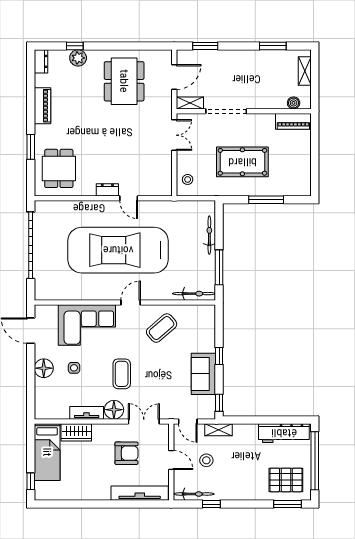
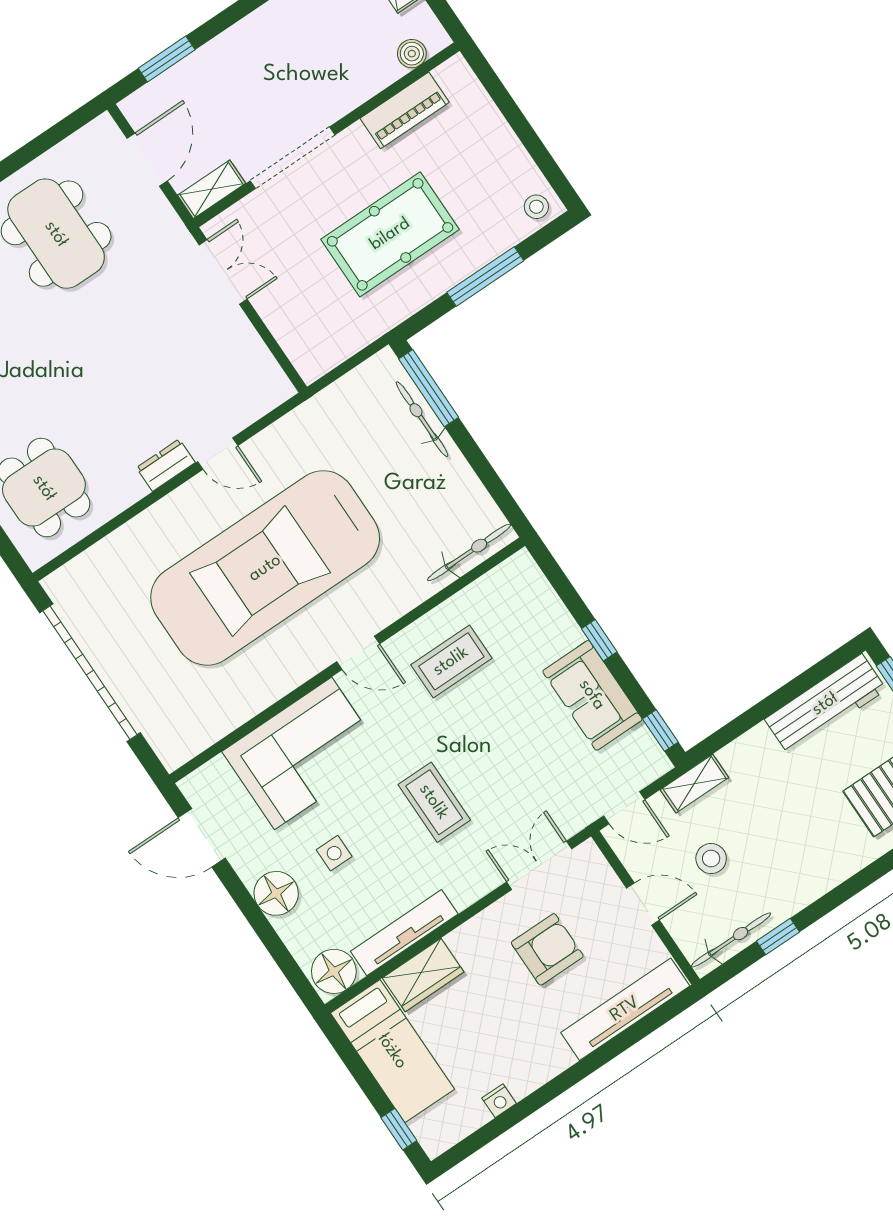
piano: (293, 121) -> (405, 110), moved
stool: (188, 179) -> (536, 207), moved
window: (219, 267) -> (429, 388), moved
door: (131, 303) -> (358, 653), swing flipped
coffee table: (162, 328) -> (451, 661), turned 41
floor lamp: (114, 410) -> (334, 971), moved
tv unit: (87, 413) -> (404, 933), width x1.41
nightstand: (73, 495) -> (499, 1101), added

